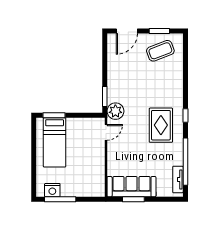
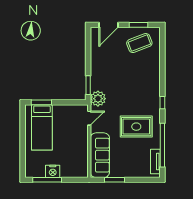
rug: (161, 125) -> (136, 127), moved, turned 90
sofa: (132, 187) -> (100, 155), moved, turned 90
nightstand: (52, 190) -> (53, 171), moved

